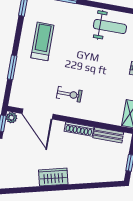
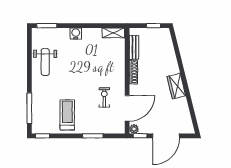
weight bench: (110, 27) -> (45, 62), turned 180
treadmill: (42, 41) -> (67, 115), turned 90
exercise bike: (69, 94) -> (104, 97), moved

